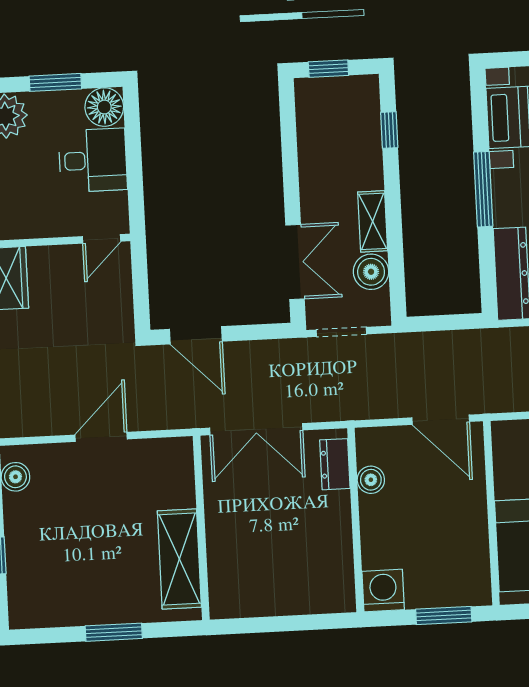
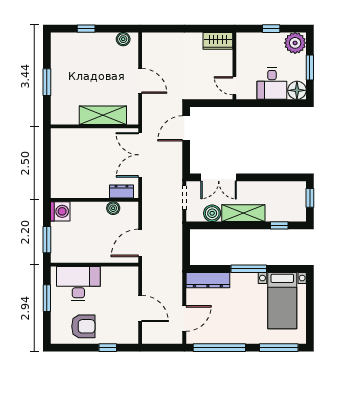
shelving: (373, 221) -> (243, 213), width x1.50, depth x1.33
shelving: (179, 559) -> (103, 115), moved

